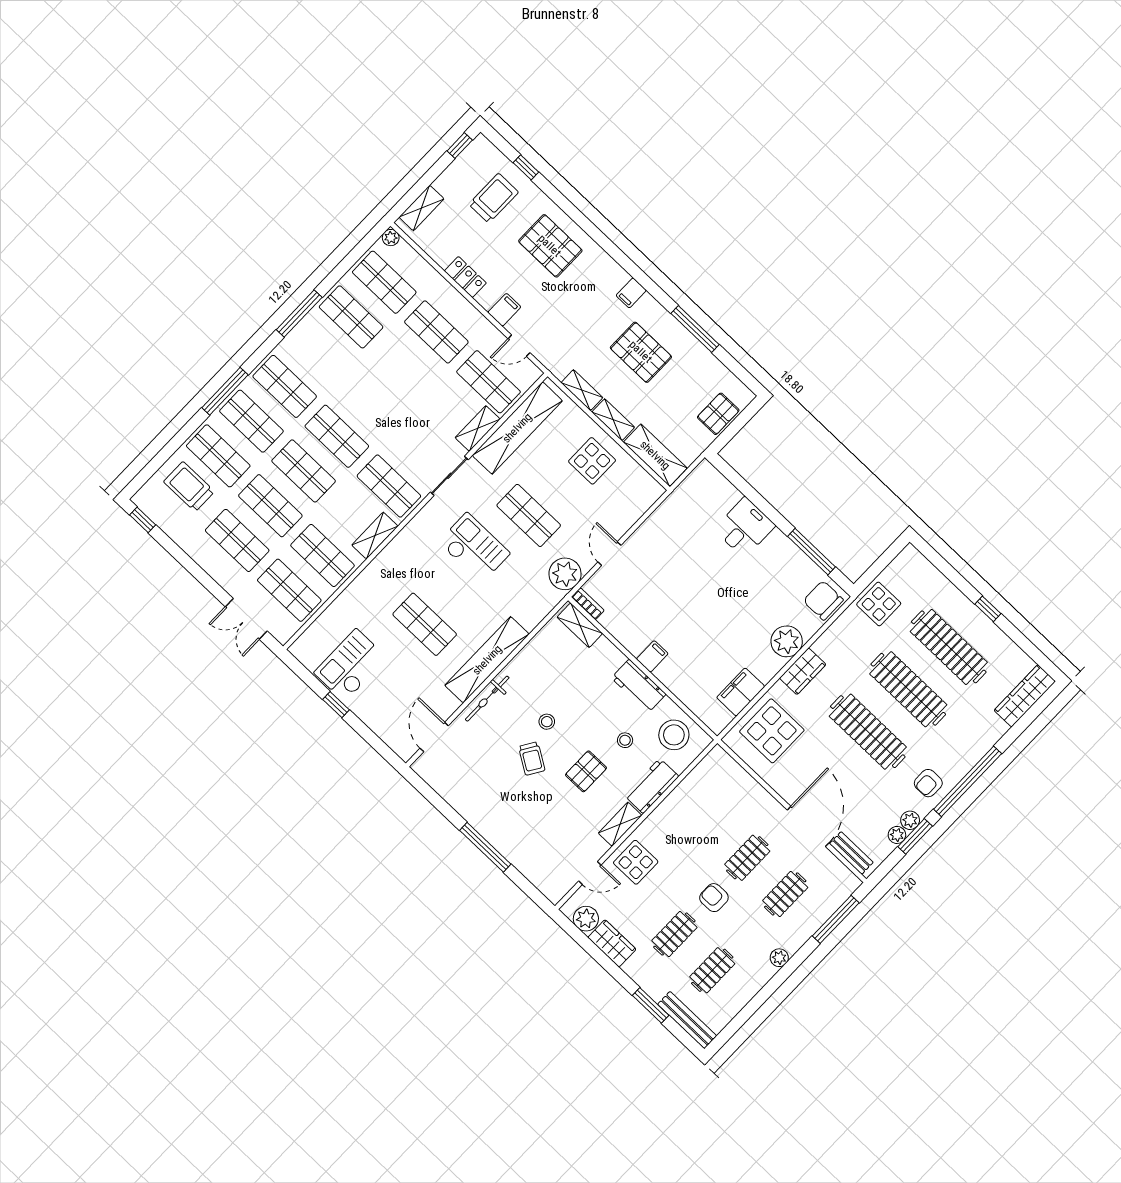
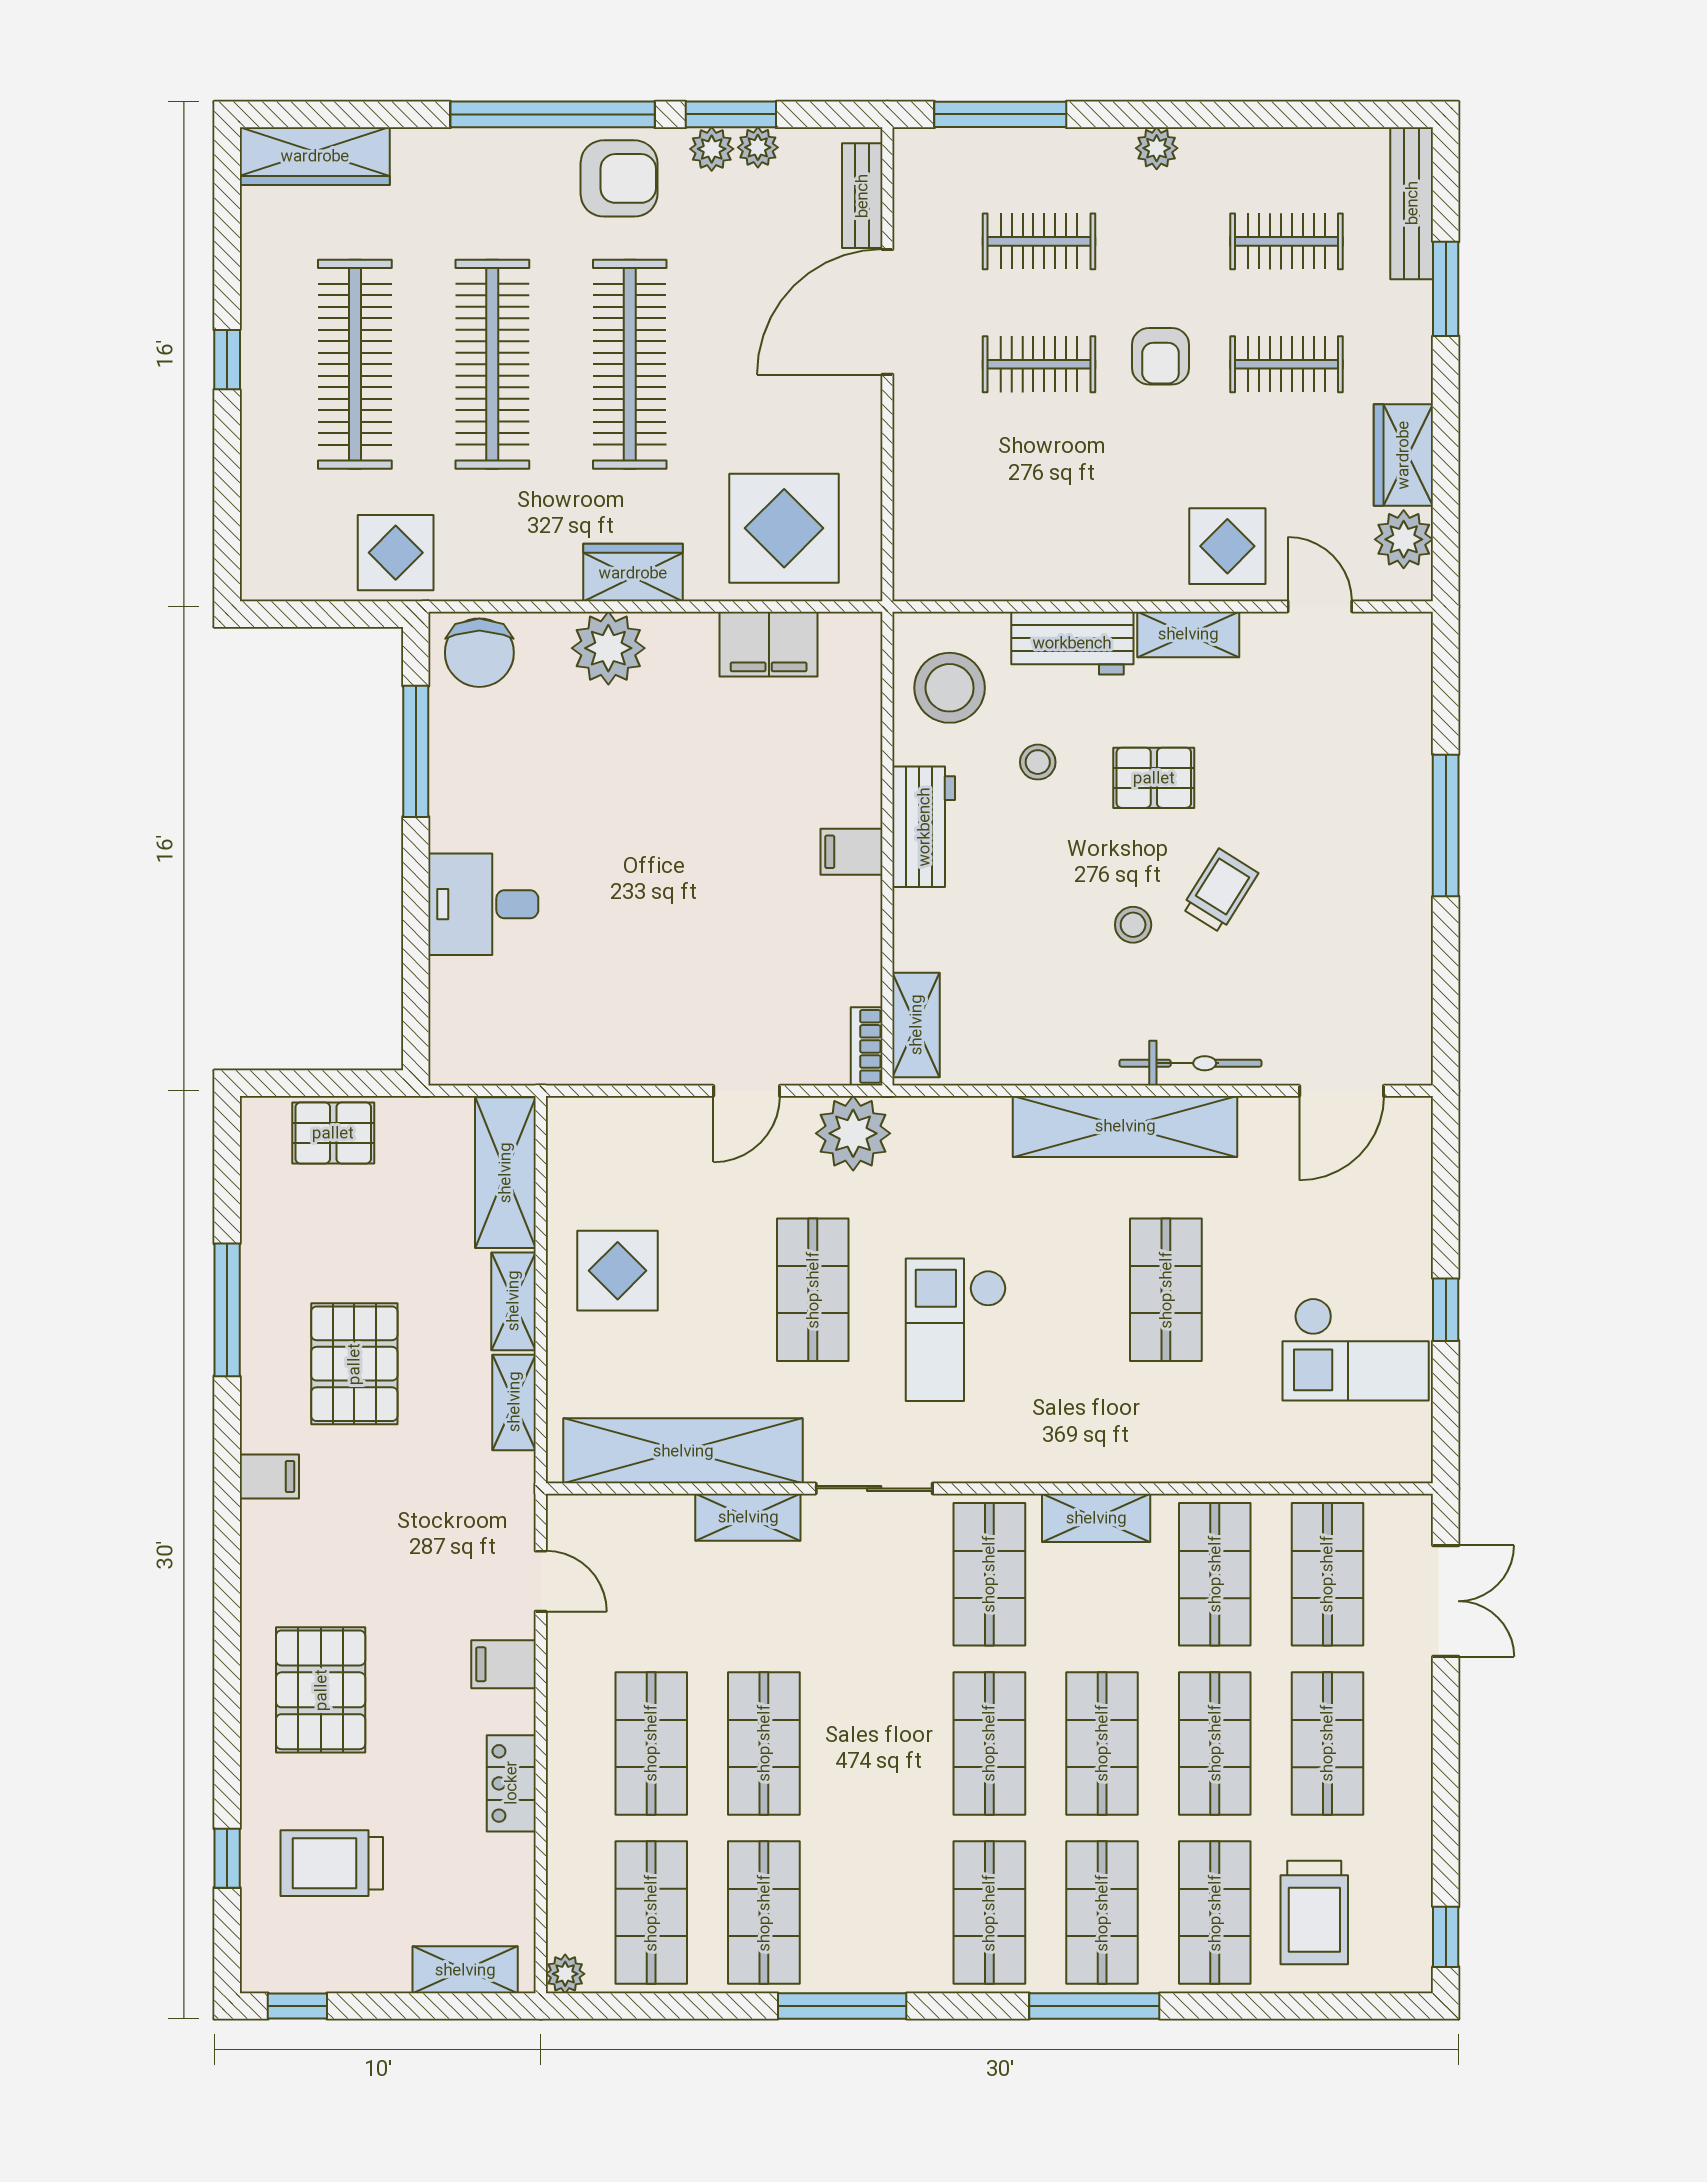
shop shelf: (489, 382) -> (764, 1743), moved
armchair: (928, 783) -> (619, 178), width x1.38, depth x1.38

